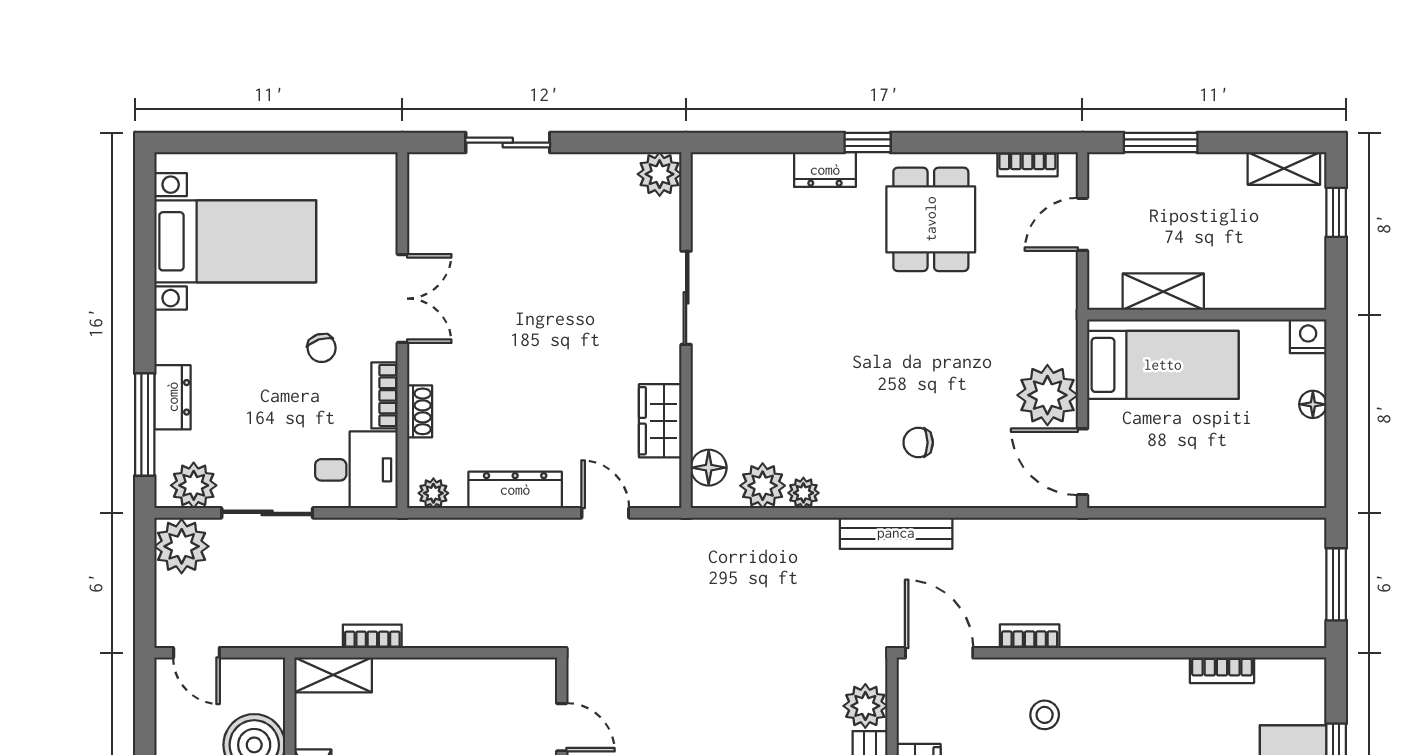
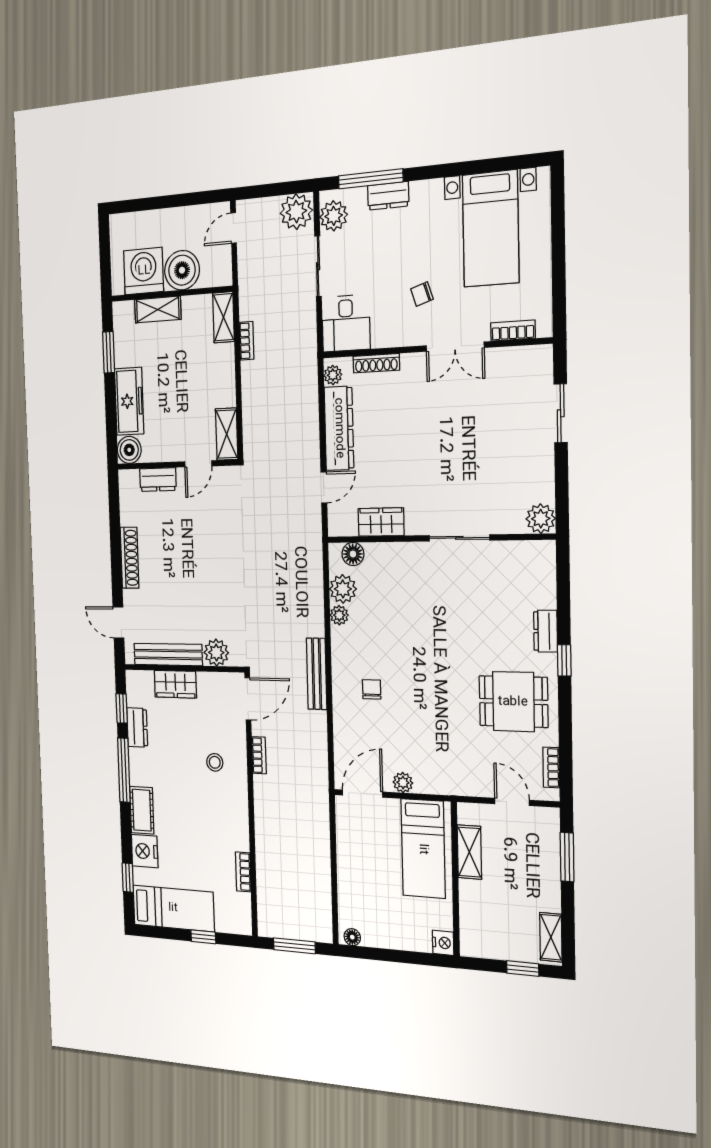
bookcase: (385, 395) -> (513, 330), moved
plant: (1047, 395) -> (403, 783), width x0.53, depth x0.53
floor lamp: (1313, 404) -> (352, 937), moved
shoe rack: (420, 411) -> (376, 363), width x1.43
dresser: (515, 490) -> (339, 428), width x1.37, depth x1.24
shelving: (516, 676) -> (227, 434), added

